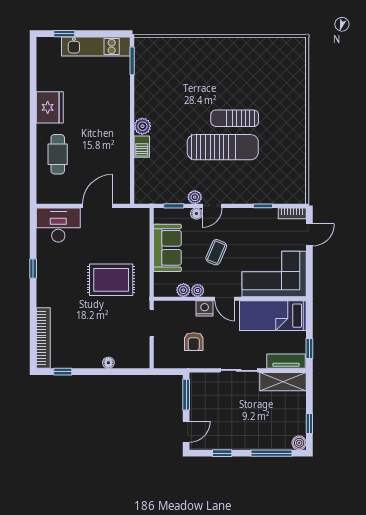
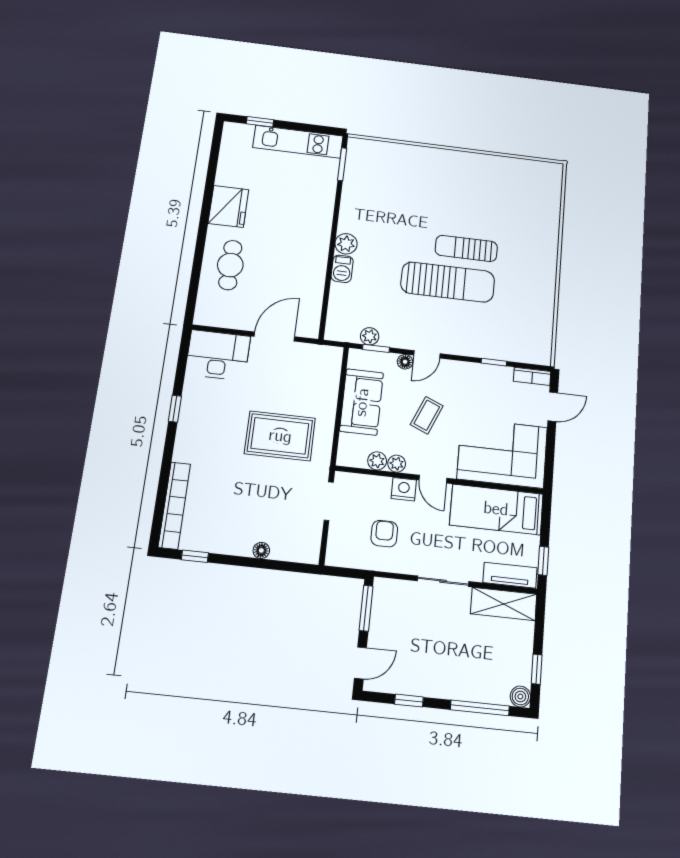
plant: (195, 197) -> (370, 336), moved
armchair: (194, 342) -> (384, 534), turned 180

